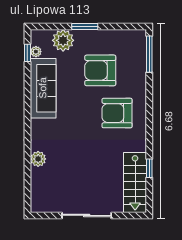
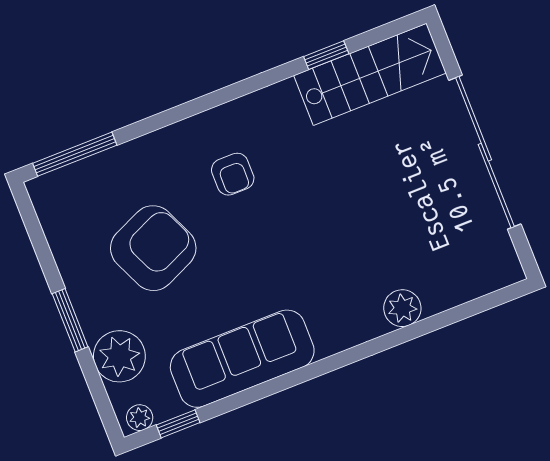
plant: (36, 52) -> (140, 418), moved
armchair: (100, 70) -> (153, 248), turned -114
armchair: (117, 113) -> (233, 174), width x0.53, depth x0.53
sliding door: (87, 215) -> (485, 152), width x1.36

